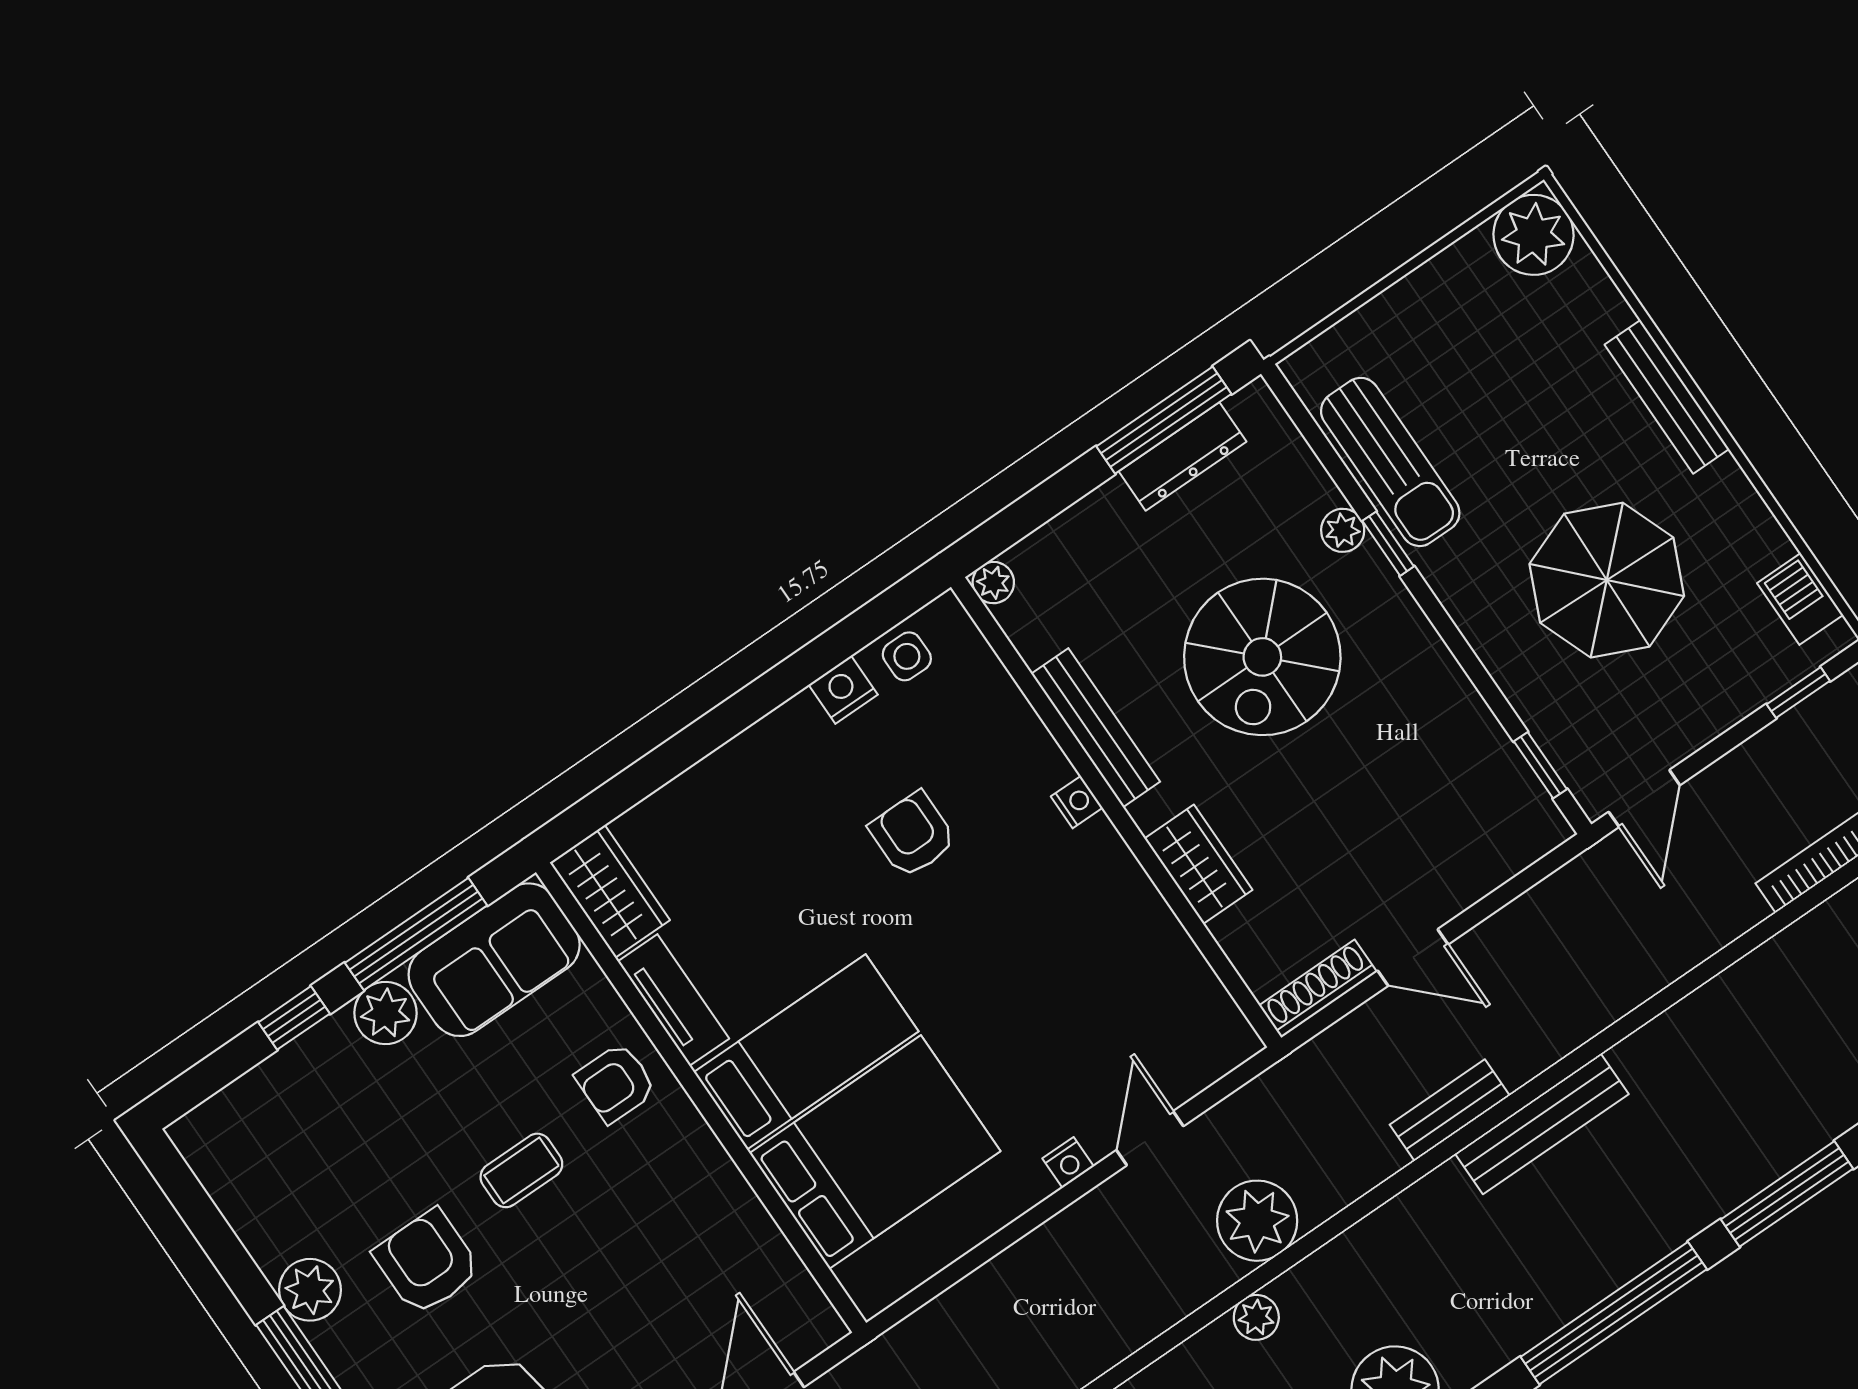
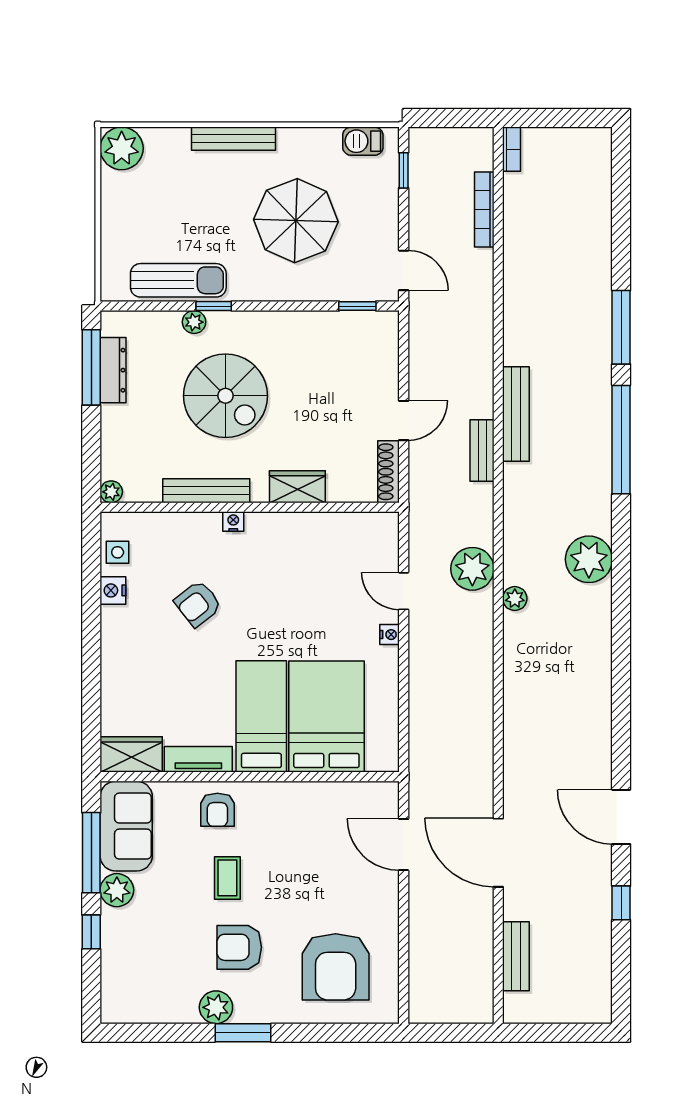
armchair: (913, 835) -> (198, 604), turned -38

